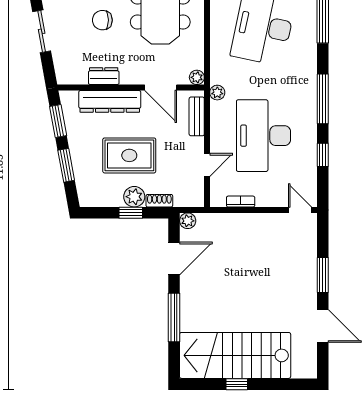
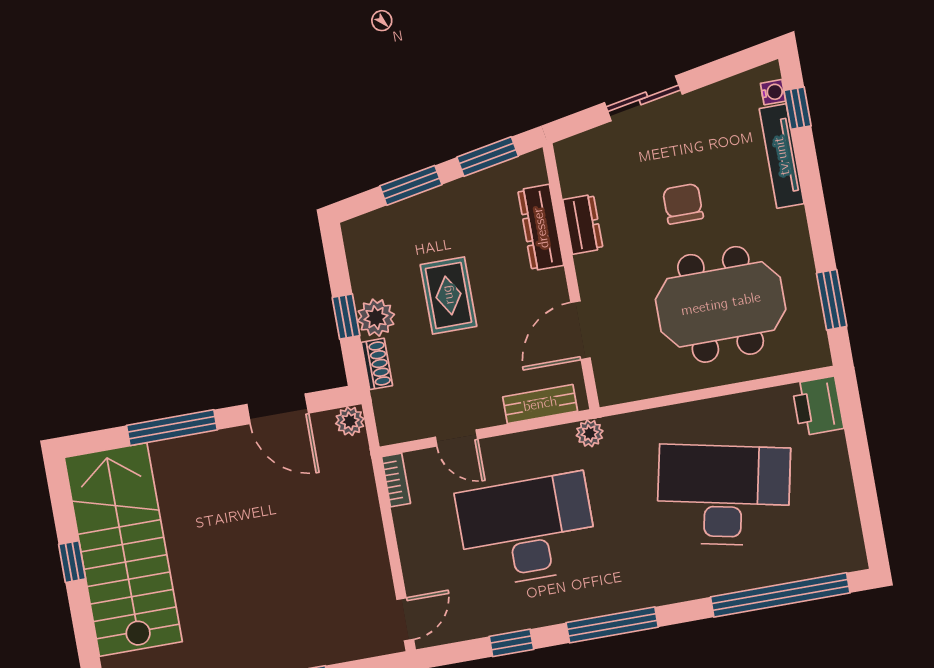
plant: (197, 77) -> (610, 392), removed
dresser: (110, 101) -> (541, 228), width x0.73, depth x0.80
rug: (129, 155) -> (448, 295), width x0.73, depth x0.70
bookcase: (241, 202) -> (396, 480), moved

